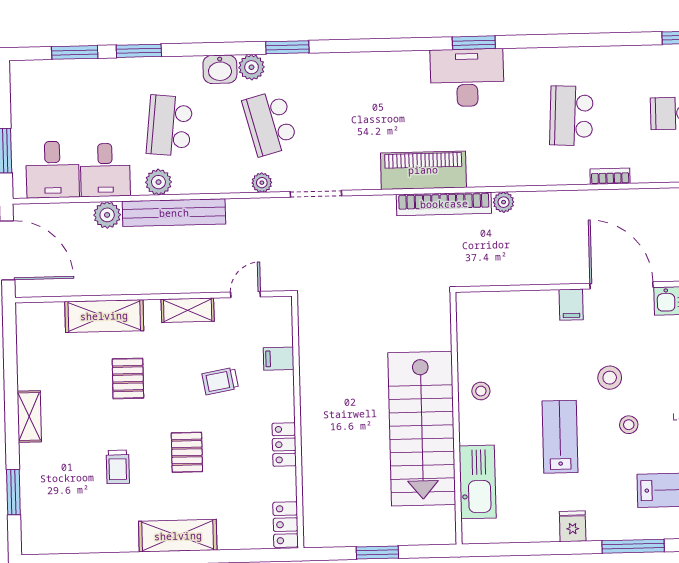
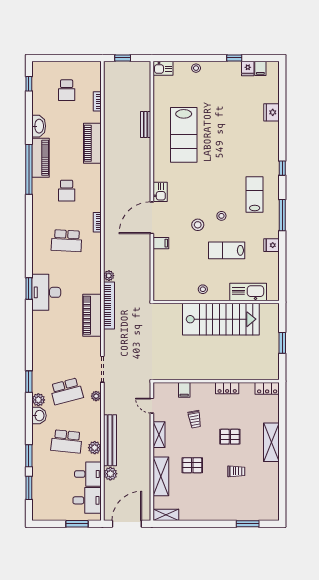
shelving: (29, 417) -> (166, 515), moved

